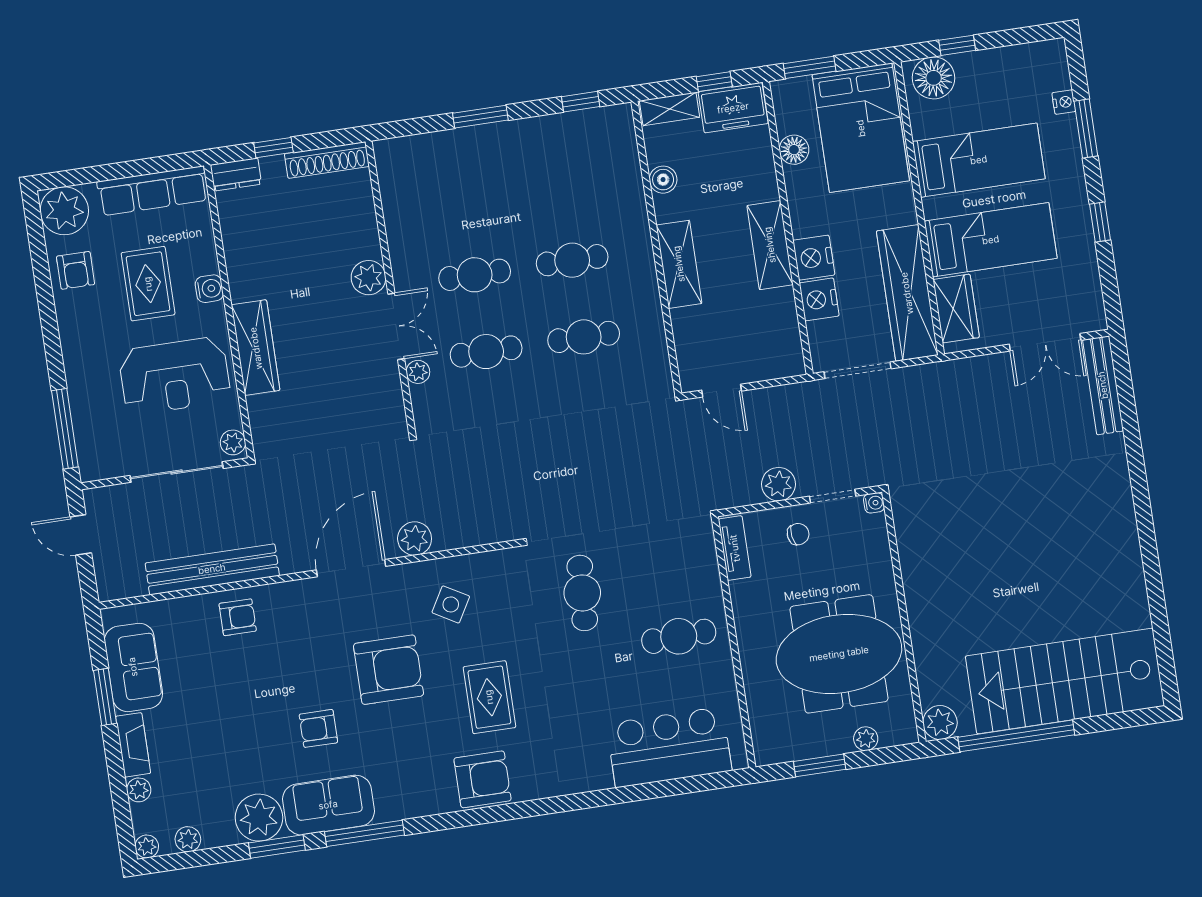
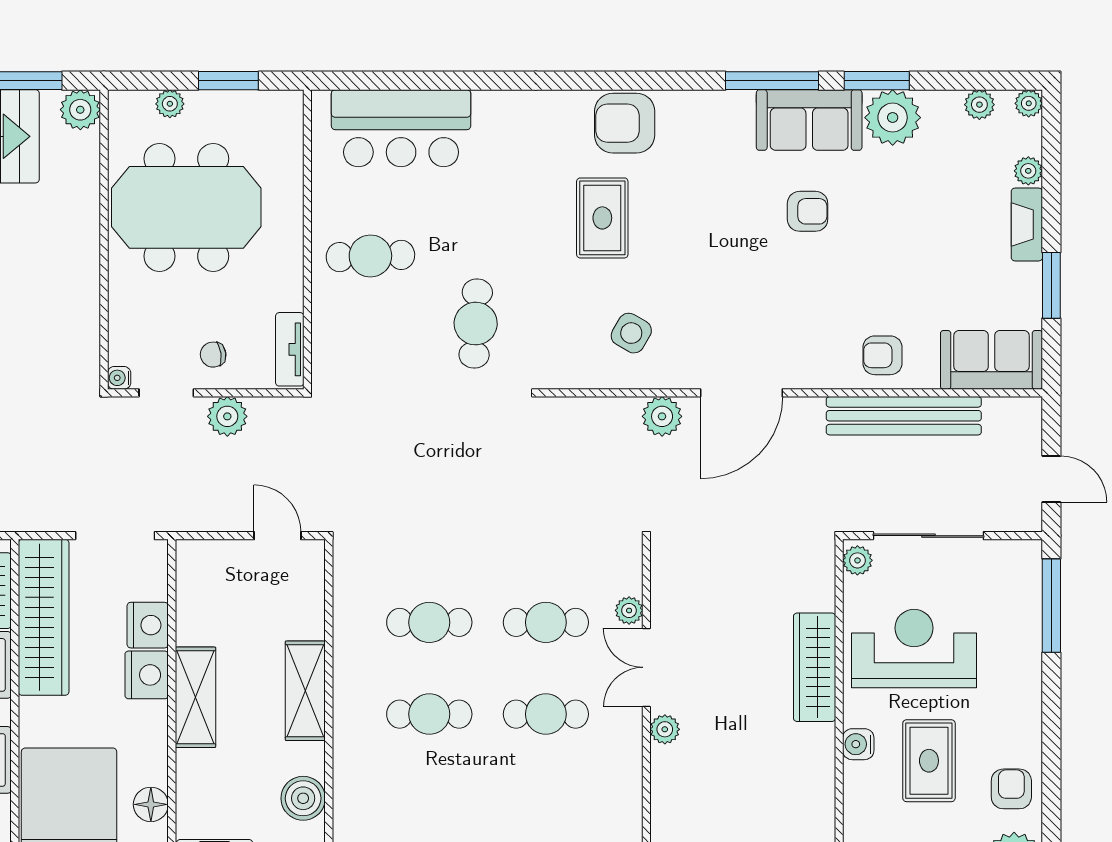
boiler: (663, 180) -> (303, 798), width x1.36, depth x1.36
plant: (368, 278) -> (665, 729), width x0.73, depth x0.73
sofa: (133, 667) -> (992, 360), moved, turned 90
armchair: (389, 670) -> (715, 268), removed

